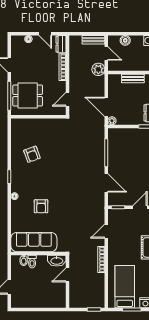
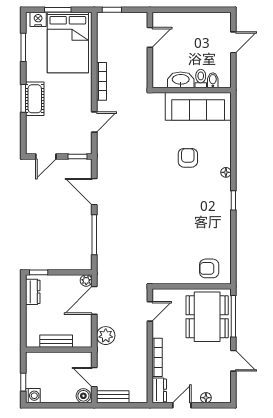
door: (45, 34) -> (182, 405), hinge flipped
boiler: (125, 40) -> (83, 396), moved
plant: (98, 69) -> (106, 336), moved
dining table: (28, 95) -> (207, 317), width x1.38
door: (106, 107) -> (94, 300), swing flipped
armchair: (32, 154) -> (209, 268), moved, turned -70
washbasin: (57, 261) -> (181, 80), moved
door: (68, 275) -> (150, 37), moved
bed: (125, 287) -> (68, 42), width x1.50

